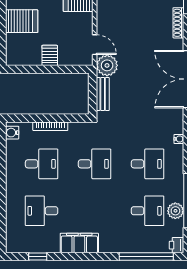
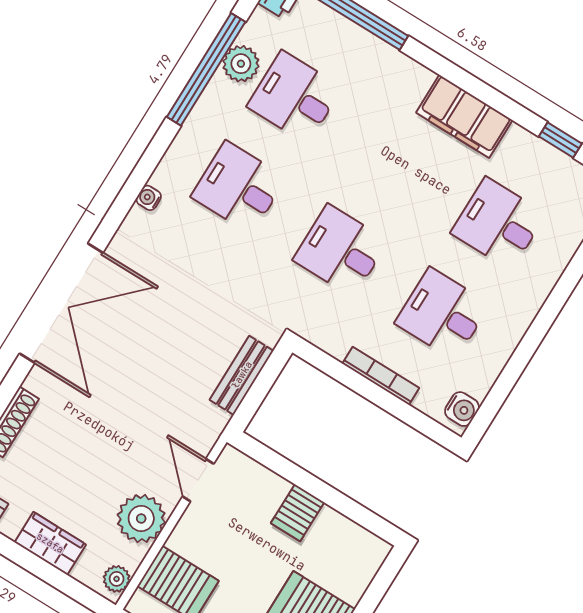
plant: (107, 65) -> (141, 519), moved
desk: (42, 211) -> (498, 223), turned 180

